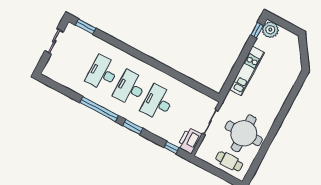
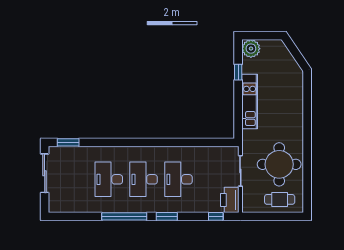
window: (257, 30) -> (238, 72), moved
sliding door: (54, 41) -> (45, 173), width x1.37

